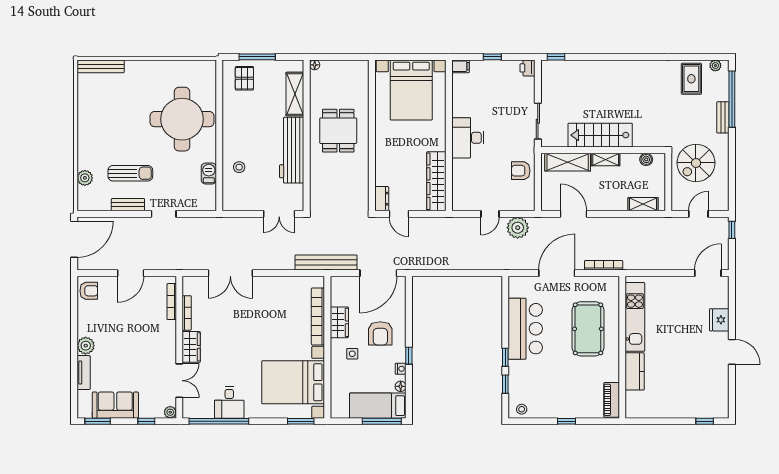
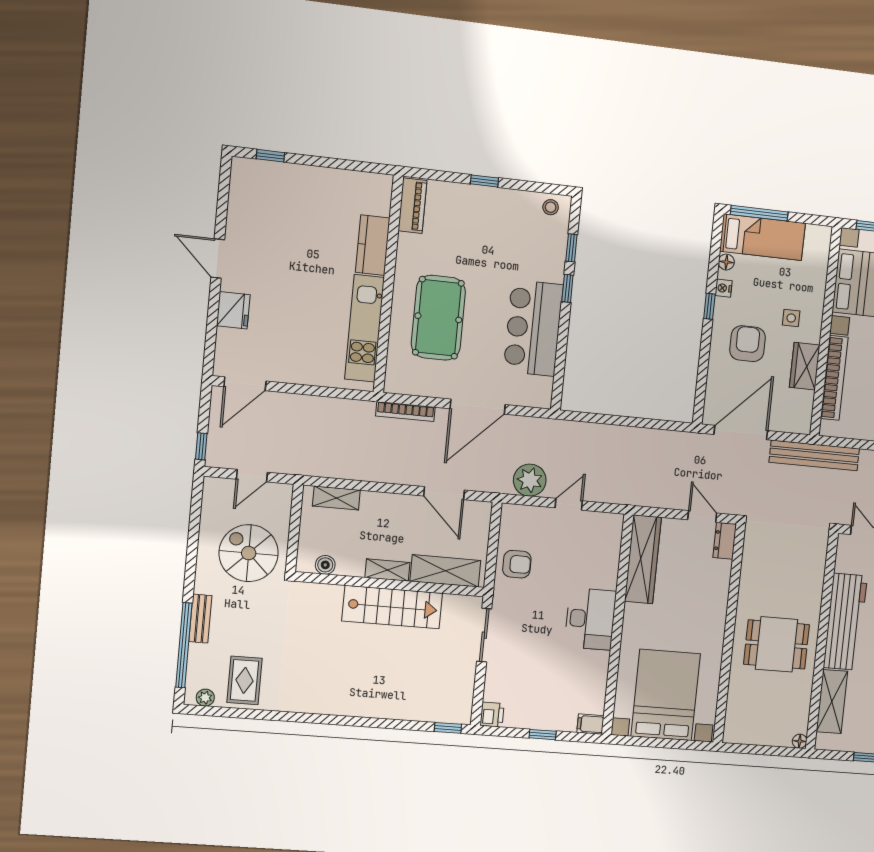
dining table: (338, 131) -> (777, 644), turned 90
spiral stairs: (696, 163) -> (249, 553), turned -90

